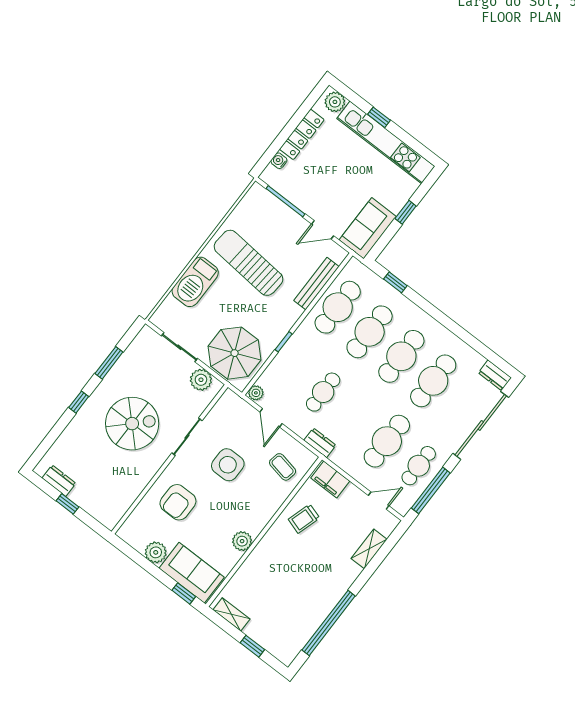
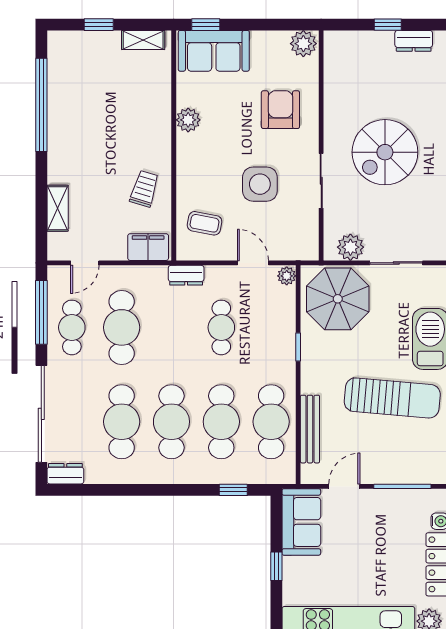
plant: (156, 552) -> (303, 44), moved

